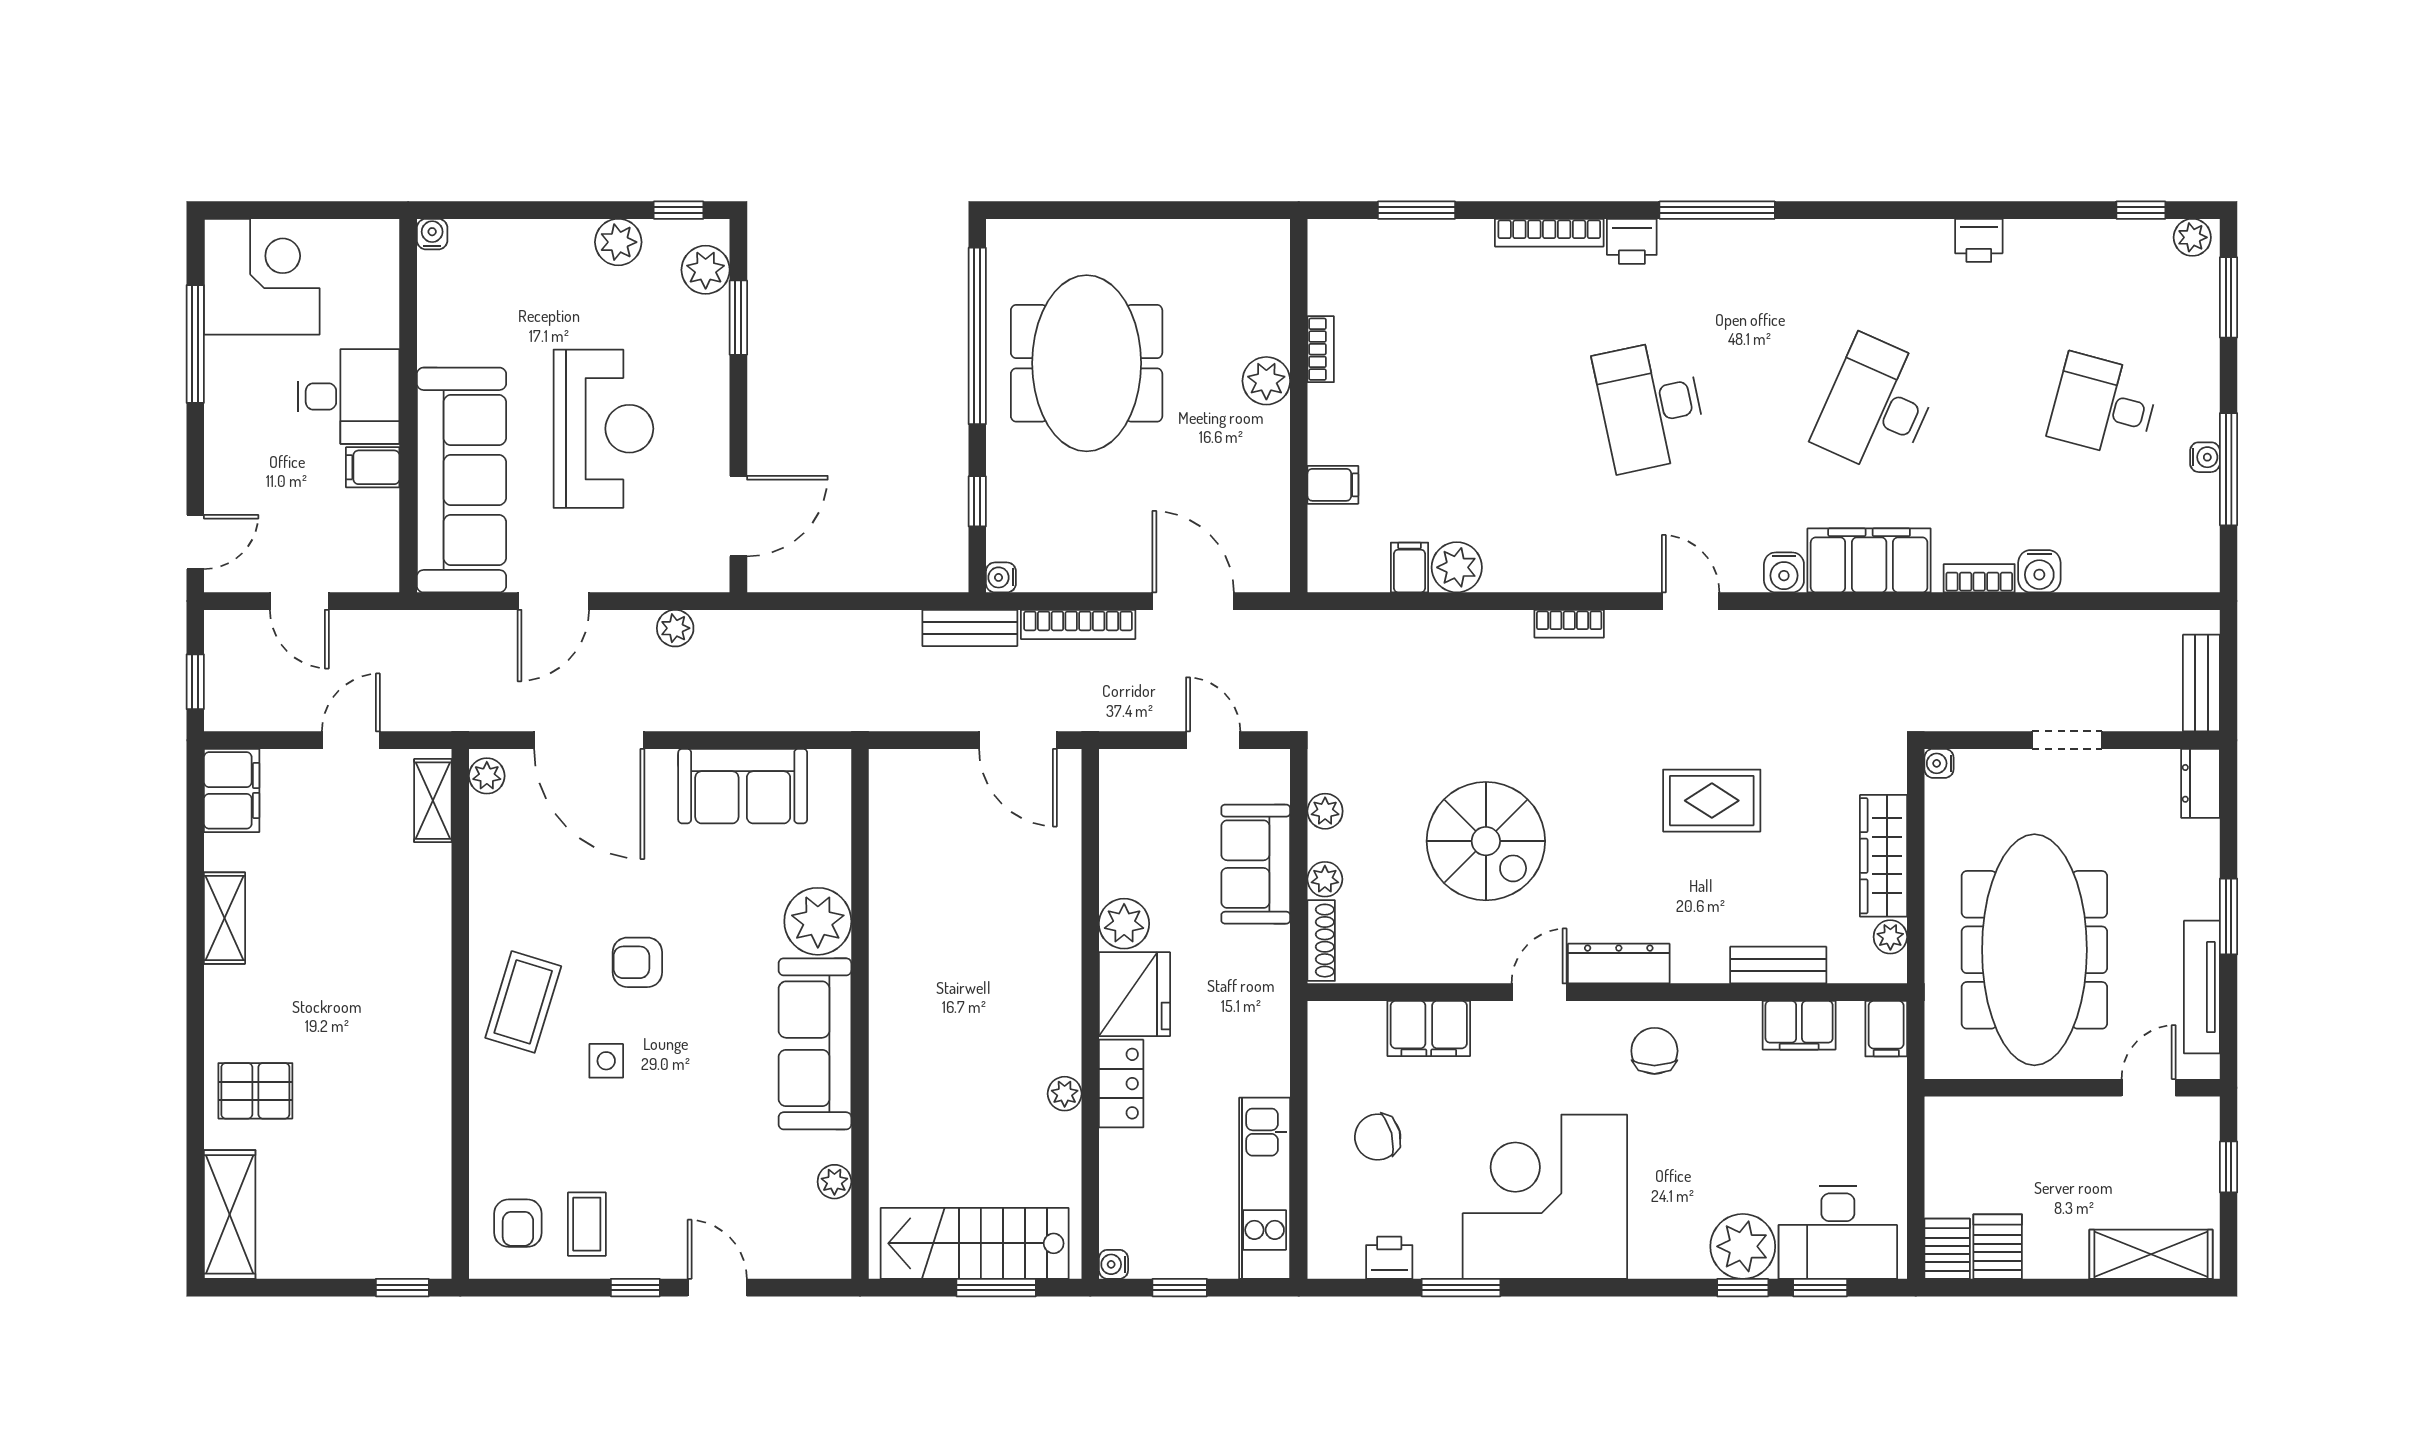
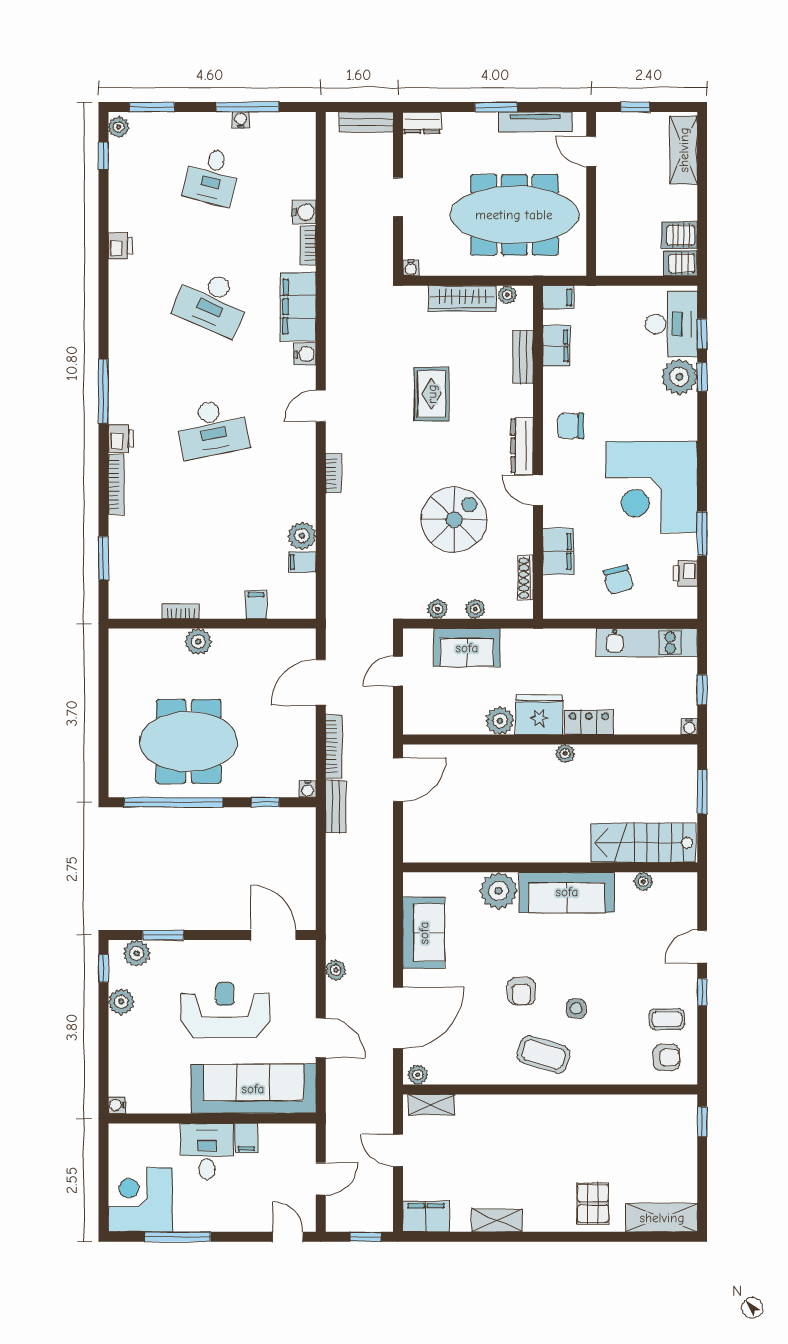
shoe rack: (1321, 941) -> (526, 578), moved, turned -90
plant: (1065, 1094) -> (565, 754), moved
stairs: (975, 1243) -> (643, 843), moved, turned 90

